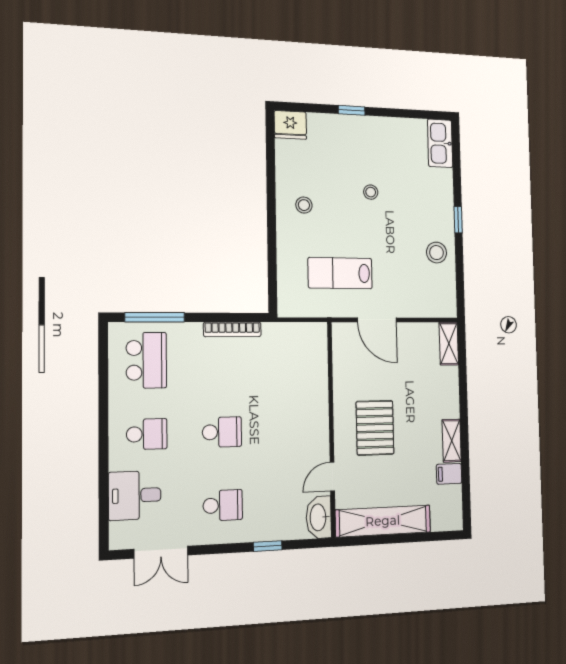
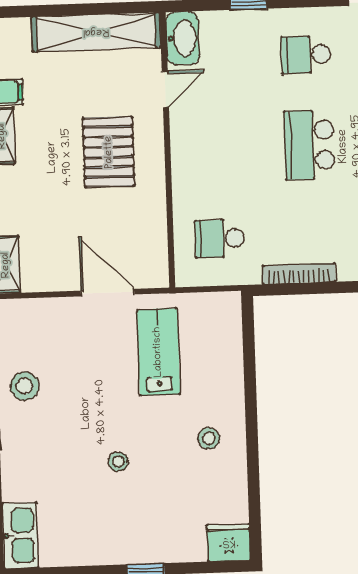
lab bench: (340, 273) -> (158, 352), turned -90
school desk: (293, 359) -> (220, 238), added
school desk: (222, 432) -> (309, 145), width x1.85

